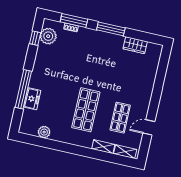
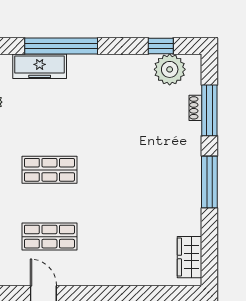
wardrobe: (135, 45) -> (190, 257), moved
freezer: (32, 99) -> (40, 66), width x1.40
shop shelf: (86, 110) -> (49, 170), width x0.70, depth x0.74

